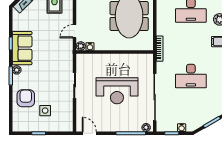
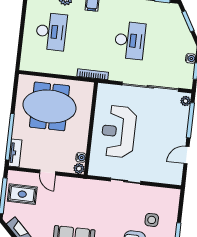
door: (75, 31) -> (48, 172), moved
reception desk: (117, 91) -> (118, 132), moved, turned 180
door: (89, 133) -> (186, 155), moved

